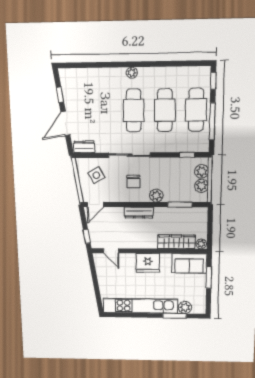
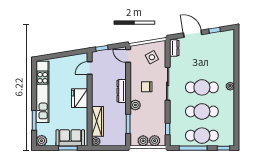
sofa: (189, 263) -> (70, 138), moved, turned 90
plant: (185, 307) -> (42, 141), moved

